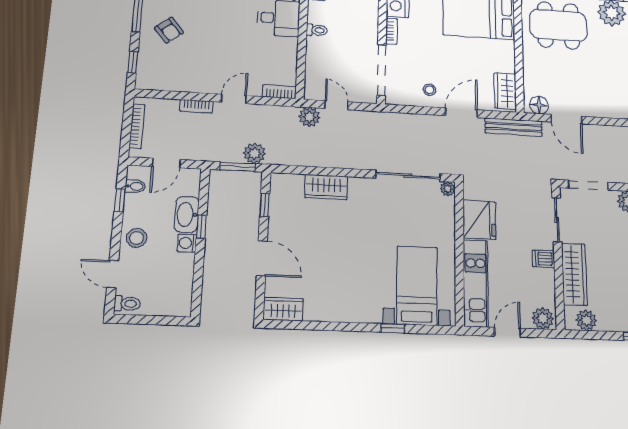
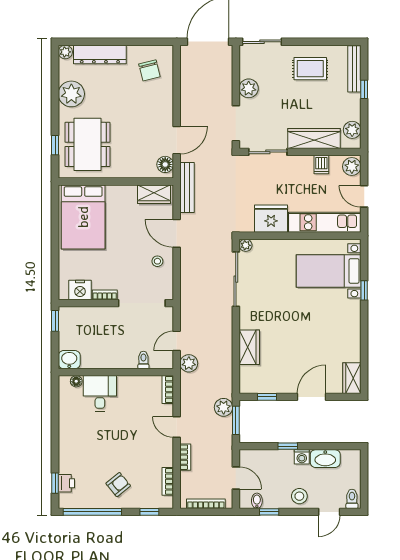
toilet: (317, 30) -> (143, 360), moved
bookcase: (168, 85) -> (168, 481), added
washbasin: (187, 214) -> (325, 459), moved
dishwasher: (543, 259) -> (321, 164), moved

